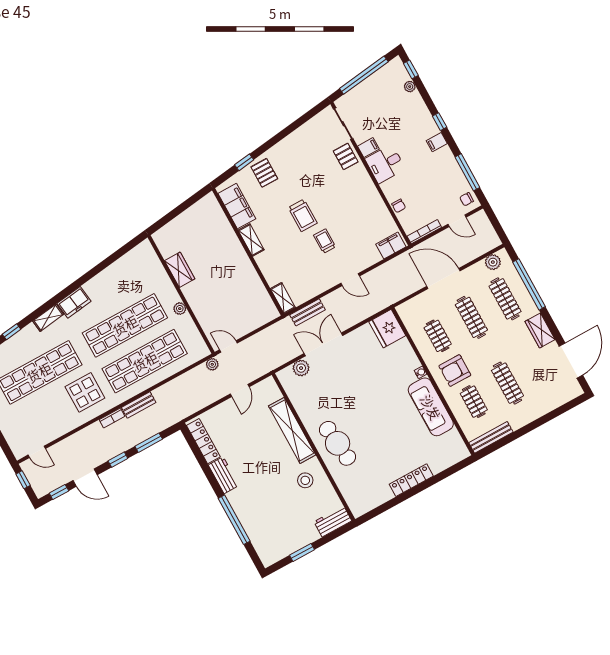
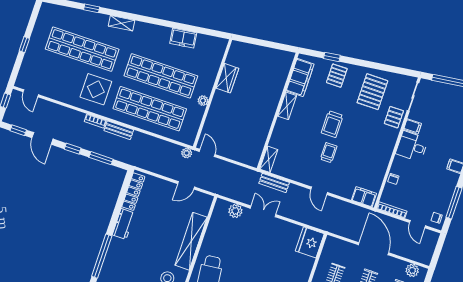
pallet: (307, 155) -> (372, 92), added
freezer: (74, 302) -> (183, 38), moved
double door: (323, 344) -> (263, 211), width x0.73

